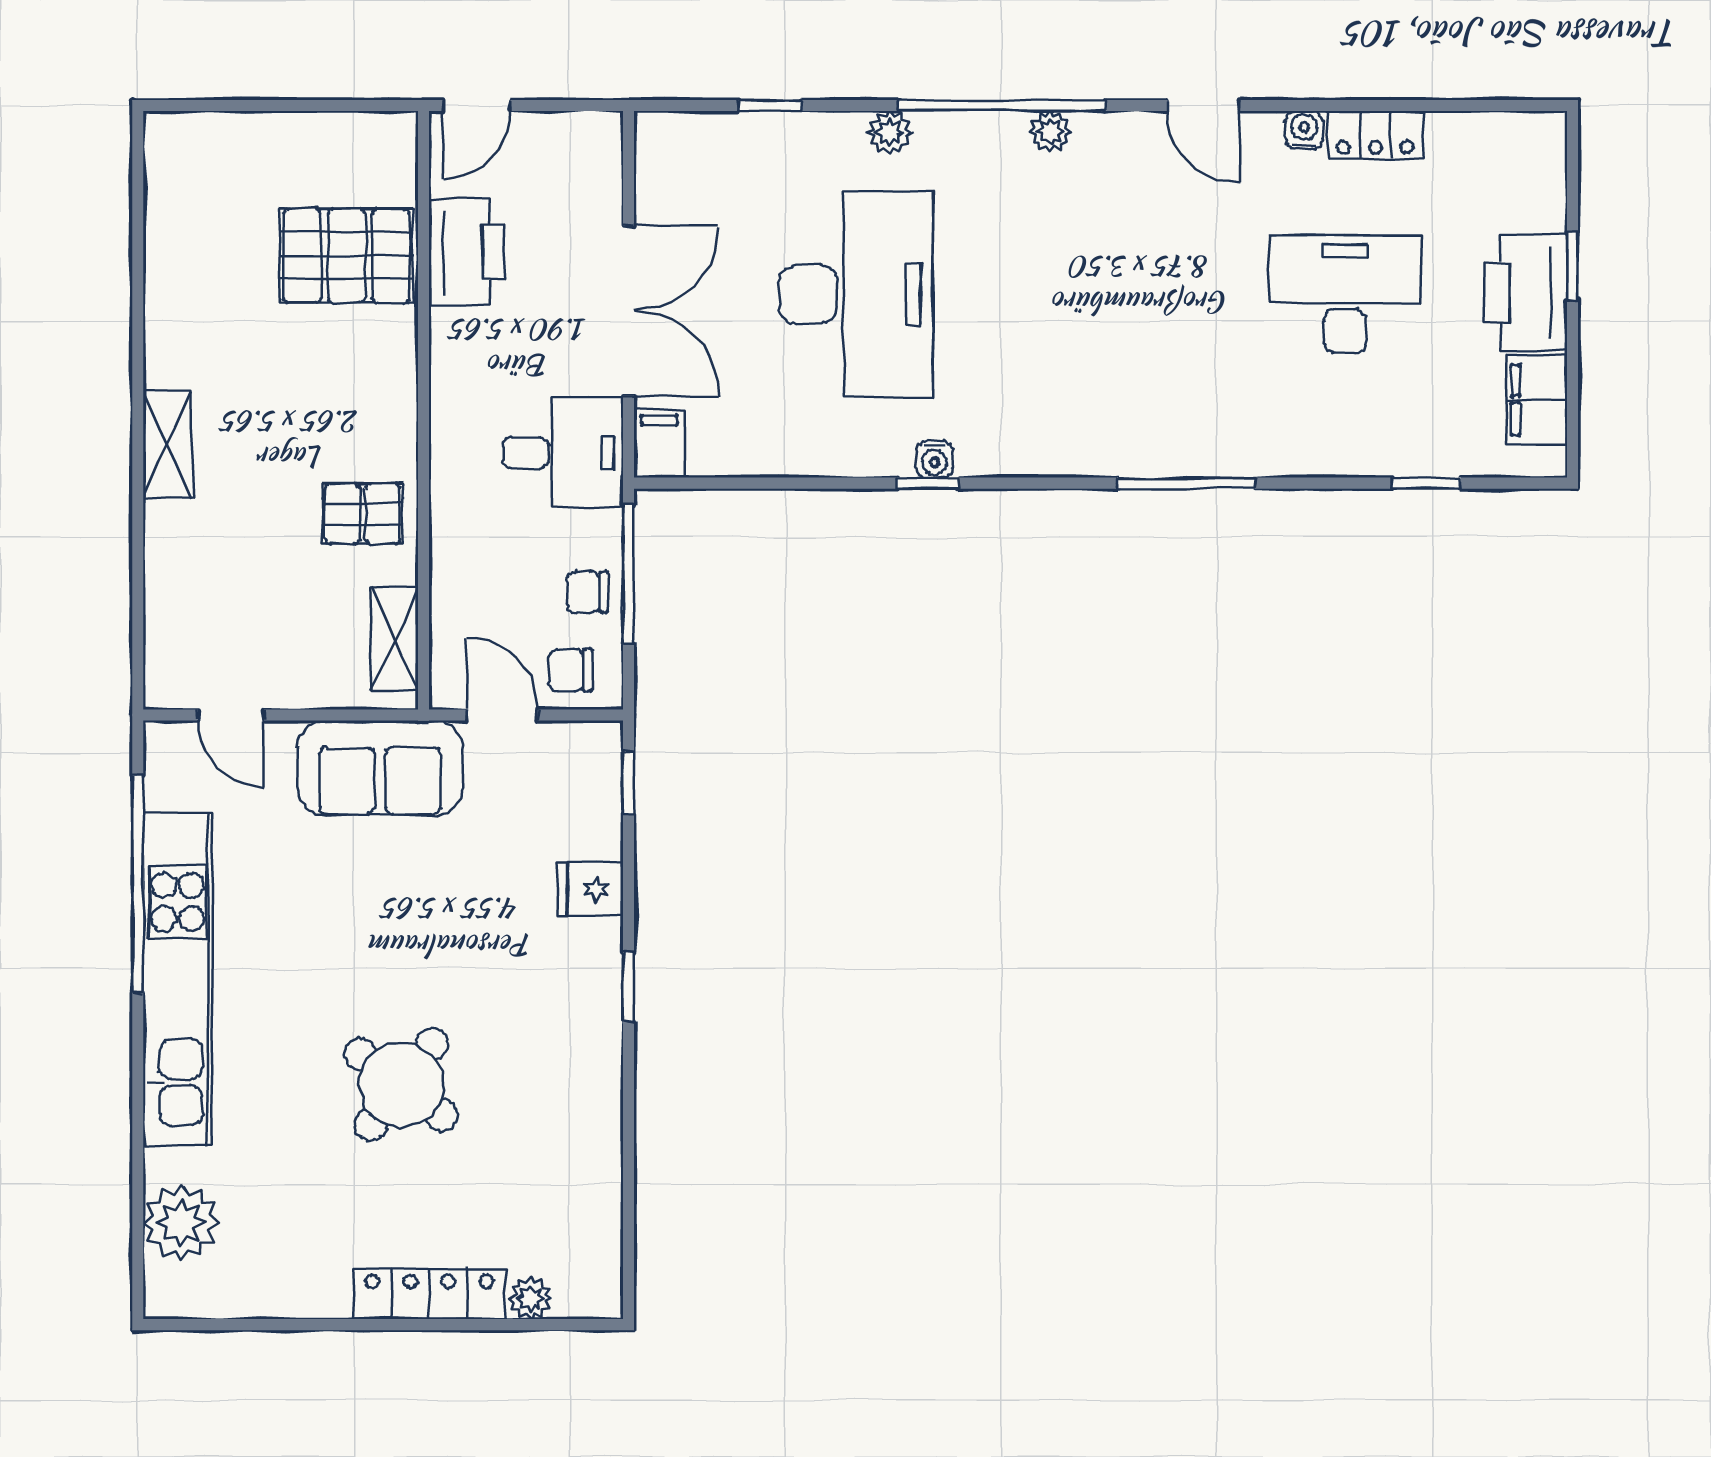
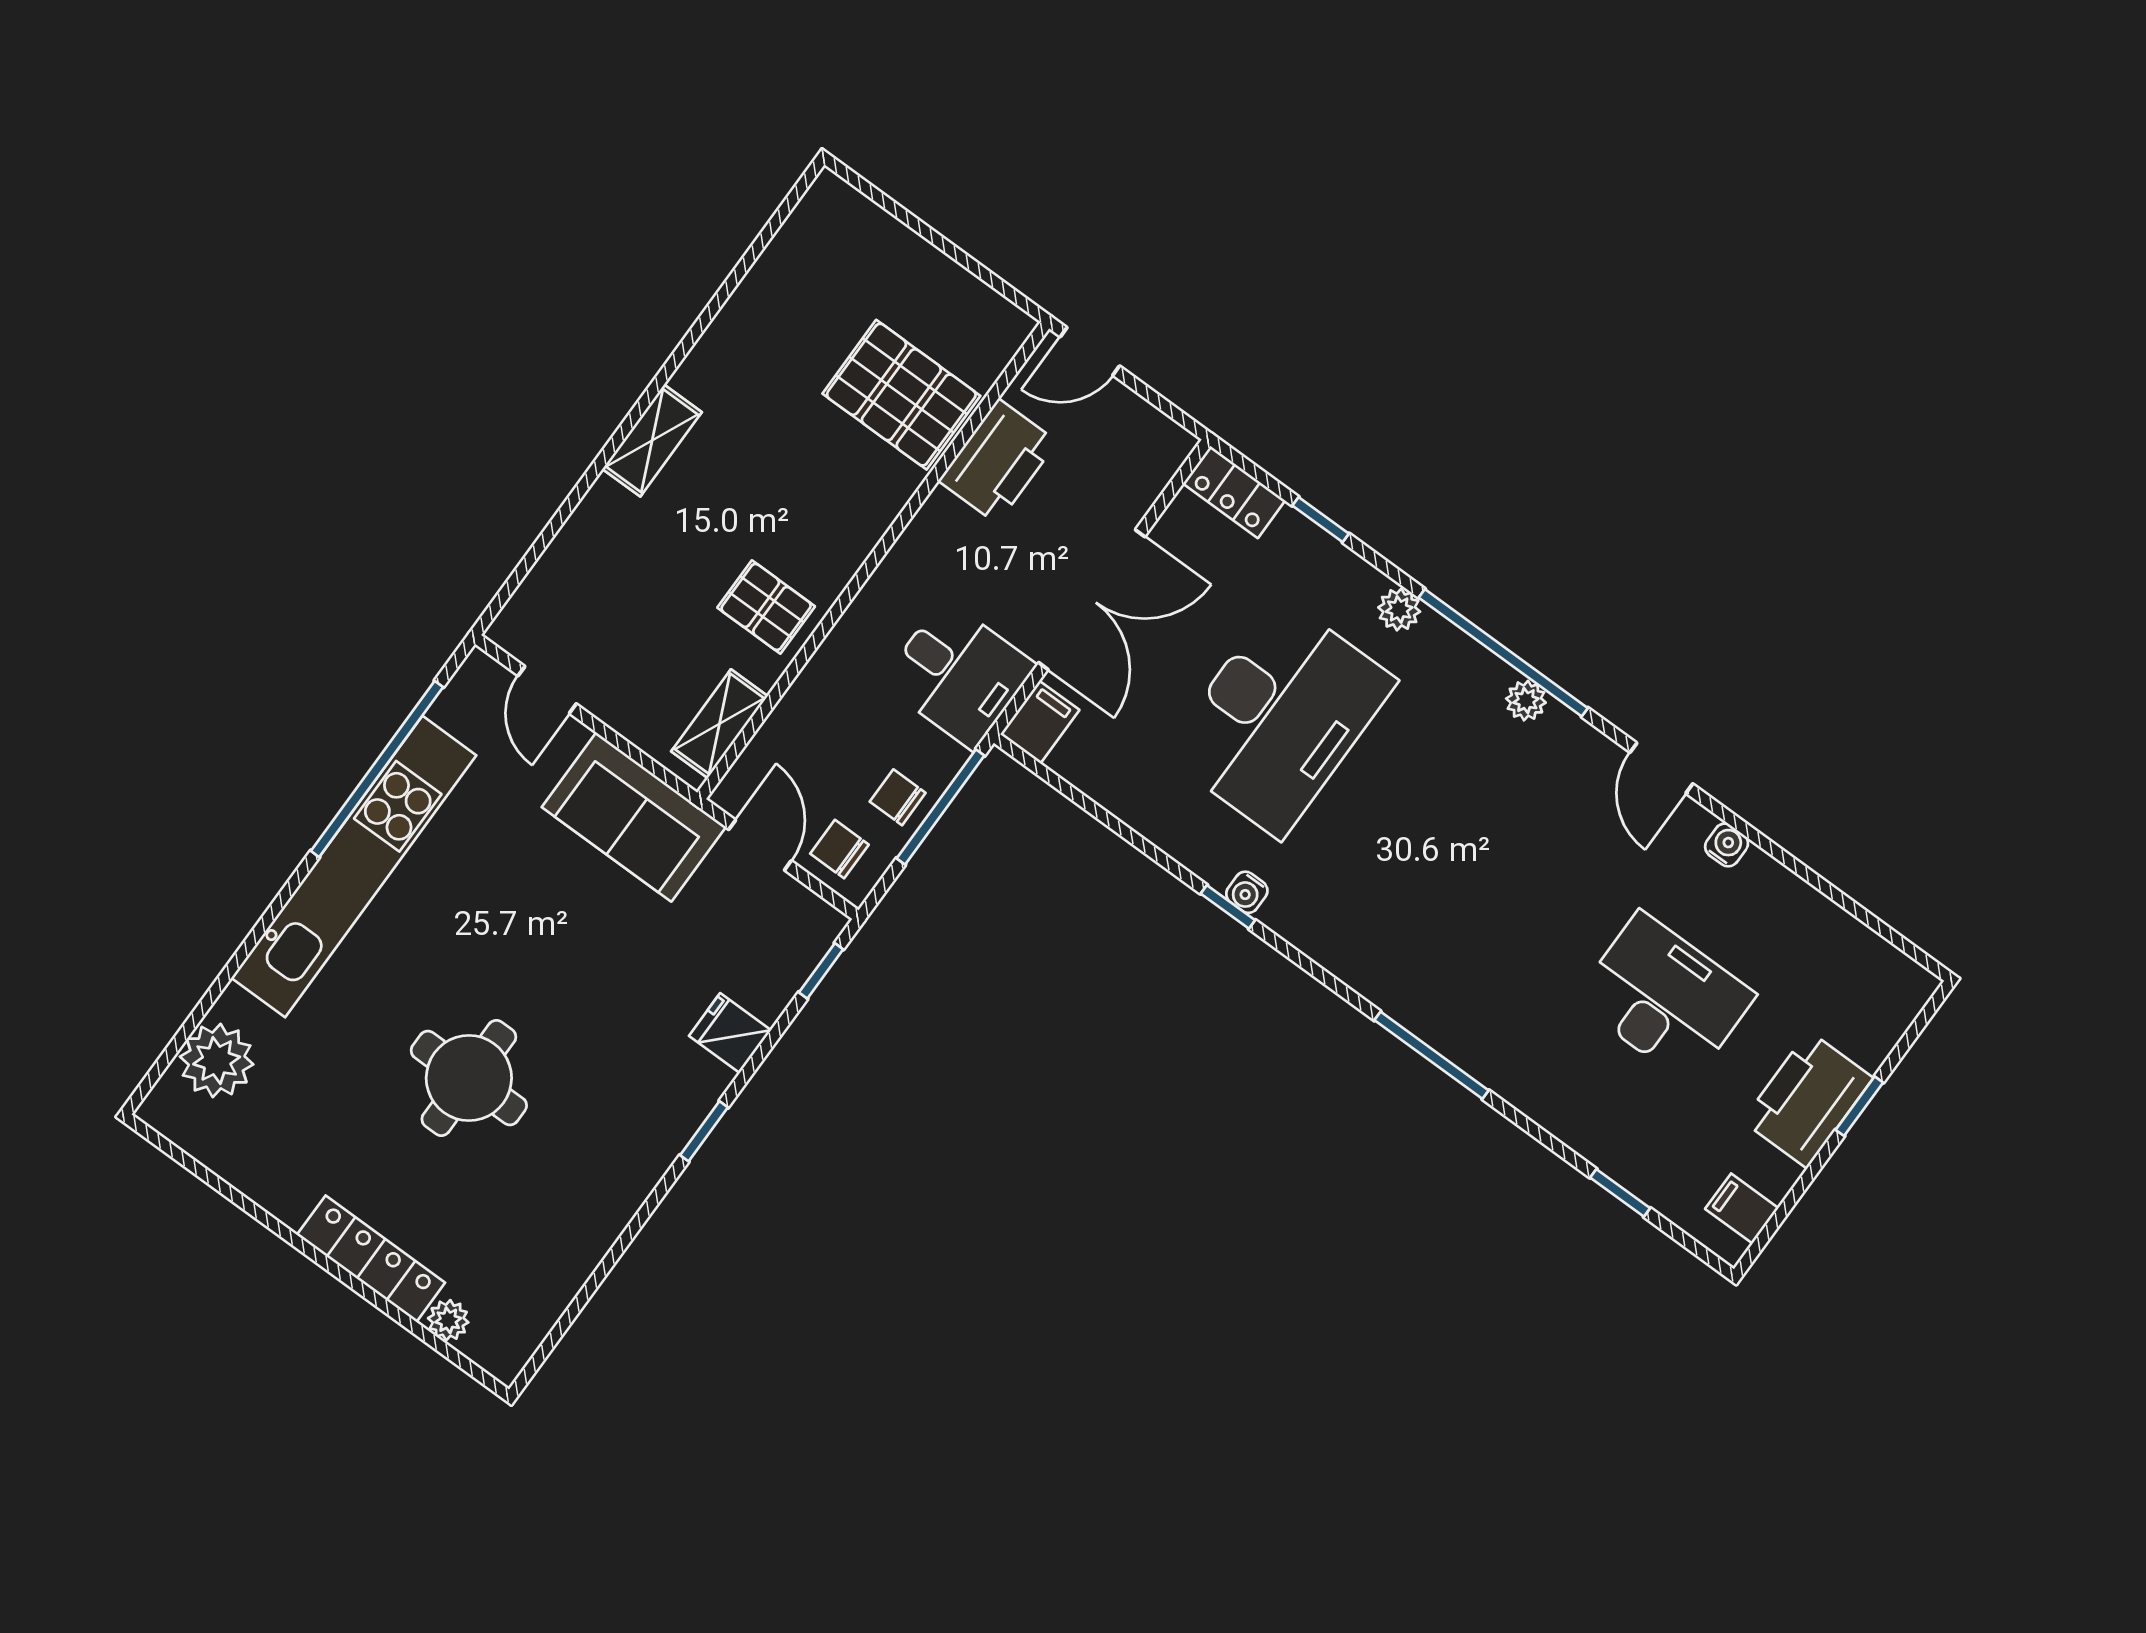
locker: (1375, 135) -> (1234, 492), moved
filing cabinet: (1537, 400) -> (1742, 1208), width x0.50
round table: (401, 1085) -> (469, 1078), turned -37

